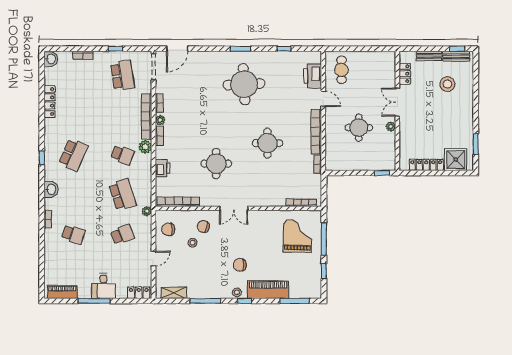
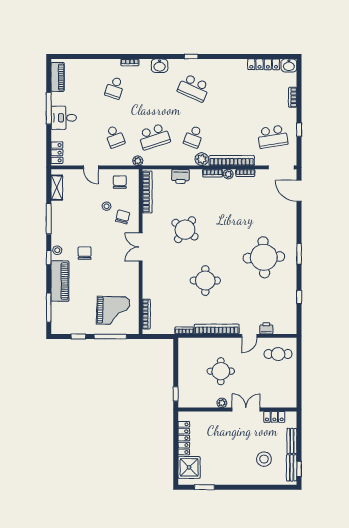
printer: (313, 76) -> (266, 328), width x0.53, depth x0.68
locker: (50, 102) -> (264, 64), moved
round table: (216, 164) -> (185, 230), turned 36

